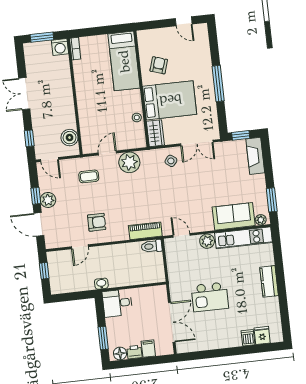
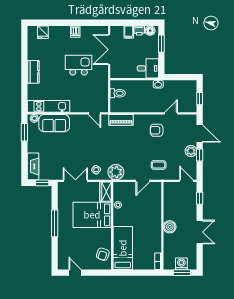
washing machine: (60, 47) -> (181, 264), moved
armchair: (159, 65) -> (103, 254), moved
boiler: (70, 138) -> (170, 227), moved
plant: (129, 162) -> (116, 172), moved
plant: (207, 241) -> (76, 107), removed
toilet: (152, 246) -> (118, 93), moved
dishwasher: (248, 338) -> (75, 32), moved

